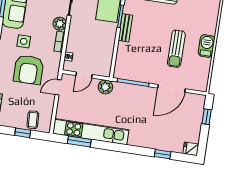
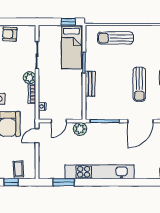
bench: (126, 28) -> (90, 84), moved
kitchen unit: (91, 132) -> (100, 172), moved
window: (163, 154) -> (142, 182), removed

